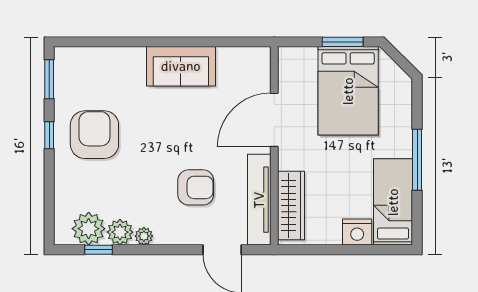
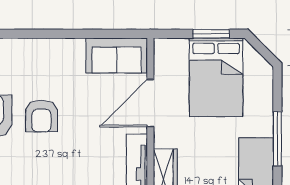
sofa: (181, 66) -> (117, 55), moved
armchair: (196, 187) -> (41, 116), moved, turned 90

